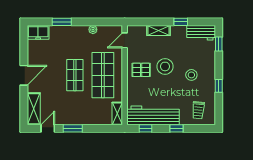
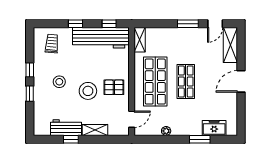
freezer: (38, 32) -> (214, 128), moved
workbench: (201, 33) -> (66, 128), moved
window: (219, 44) -> (30, 94), moved

